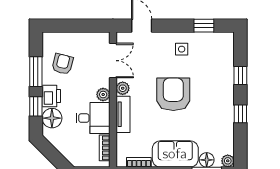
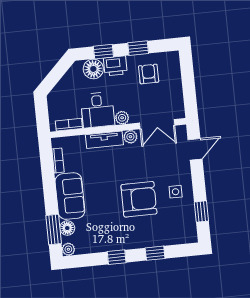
armchair: (63, 64) -> (149, 74), turned -104
window: (36, 72) -> (138, 48), width x0.67
armchair: (173, 94) -> (139, 199), moved

